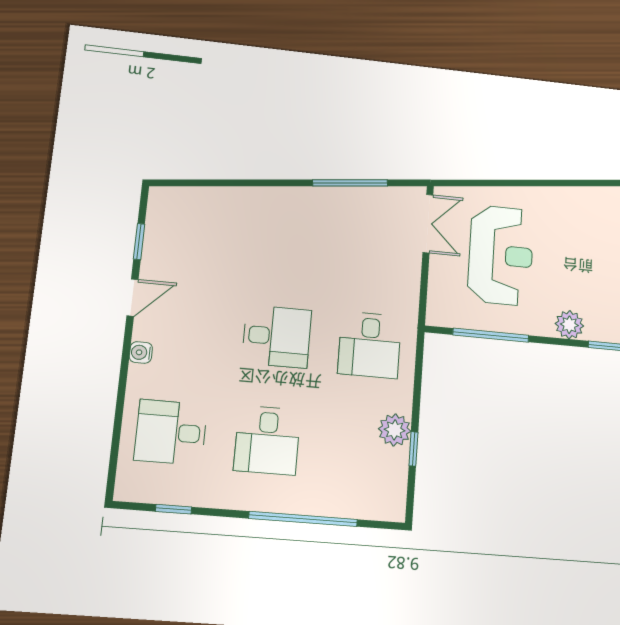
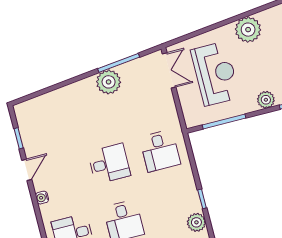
plant: (323, 206) -> (109, 82), added
plant: (574, 207) -> (248, 30), added
plant: (395, 430) -> (196, 222), moved

